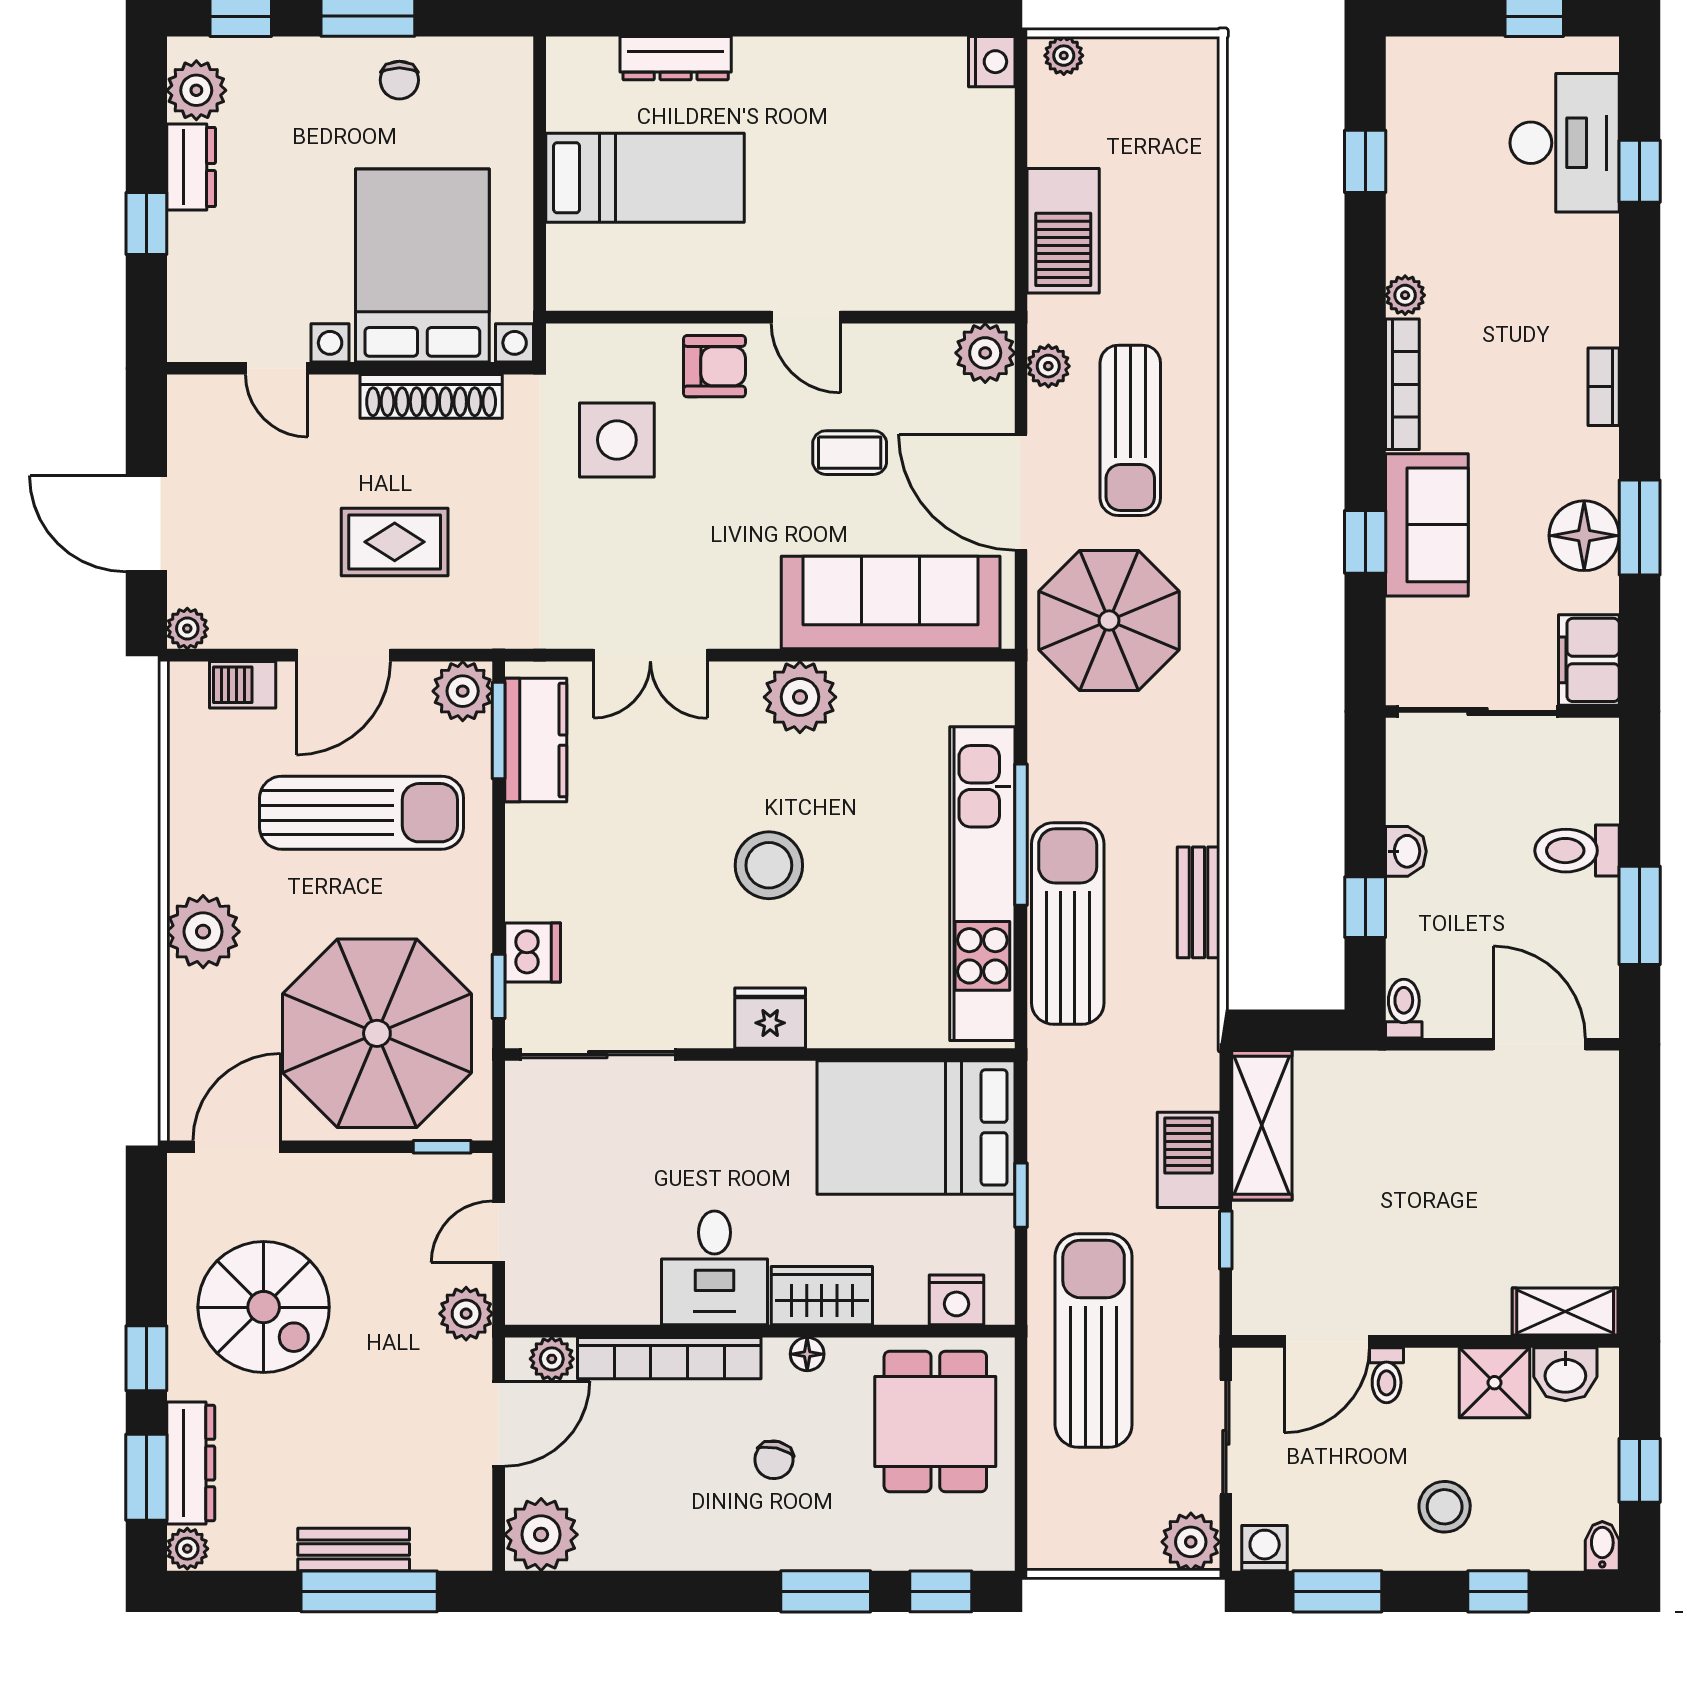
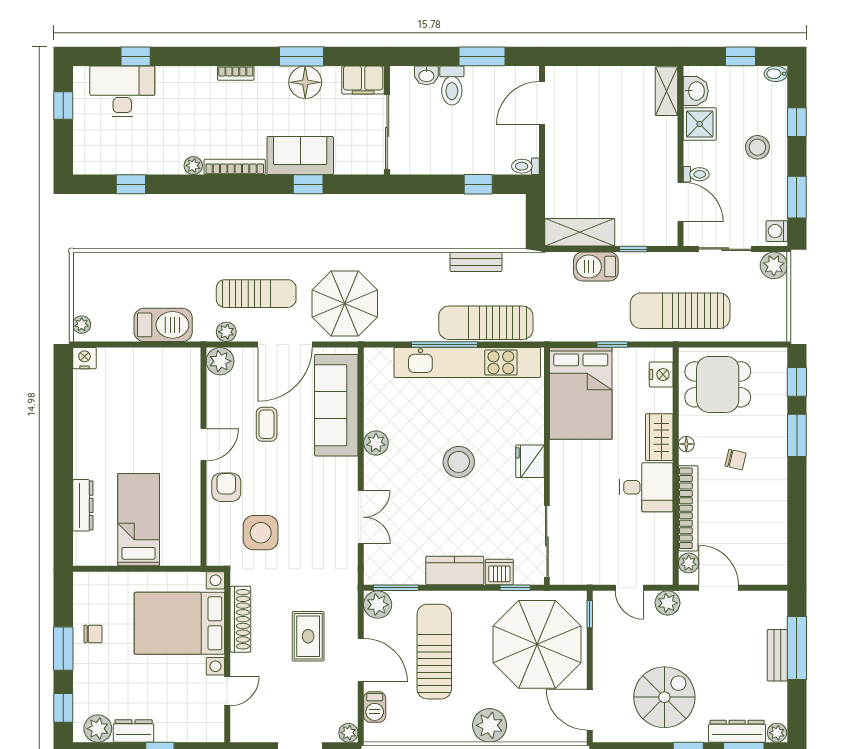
plant: (800, 697) -> (376, 443), width x0.73, depth x0.73
kitchen counter: (536, 740) -> (455, 570), moved
washbasin: (1406, 851) -> (426, 75), moved, turned 180
plant: (541, 1535) -> (770, 568), removed

